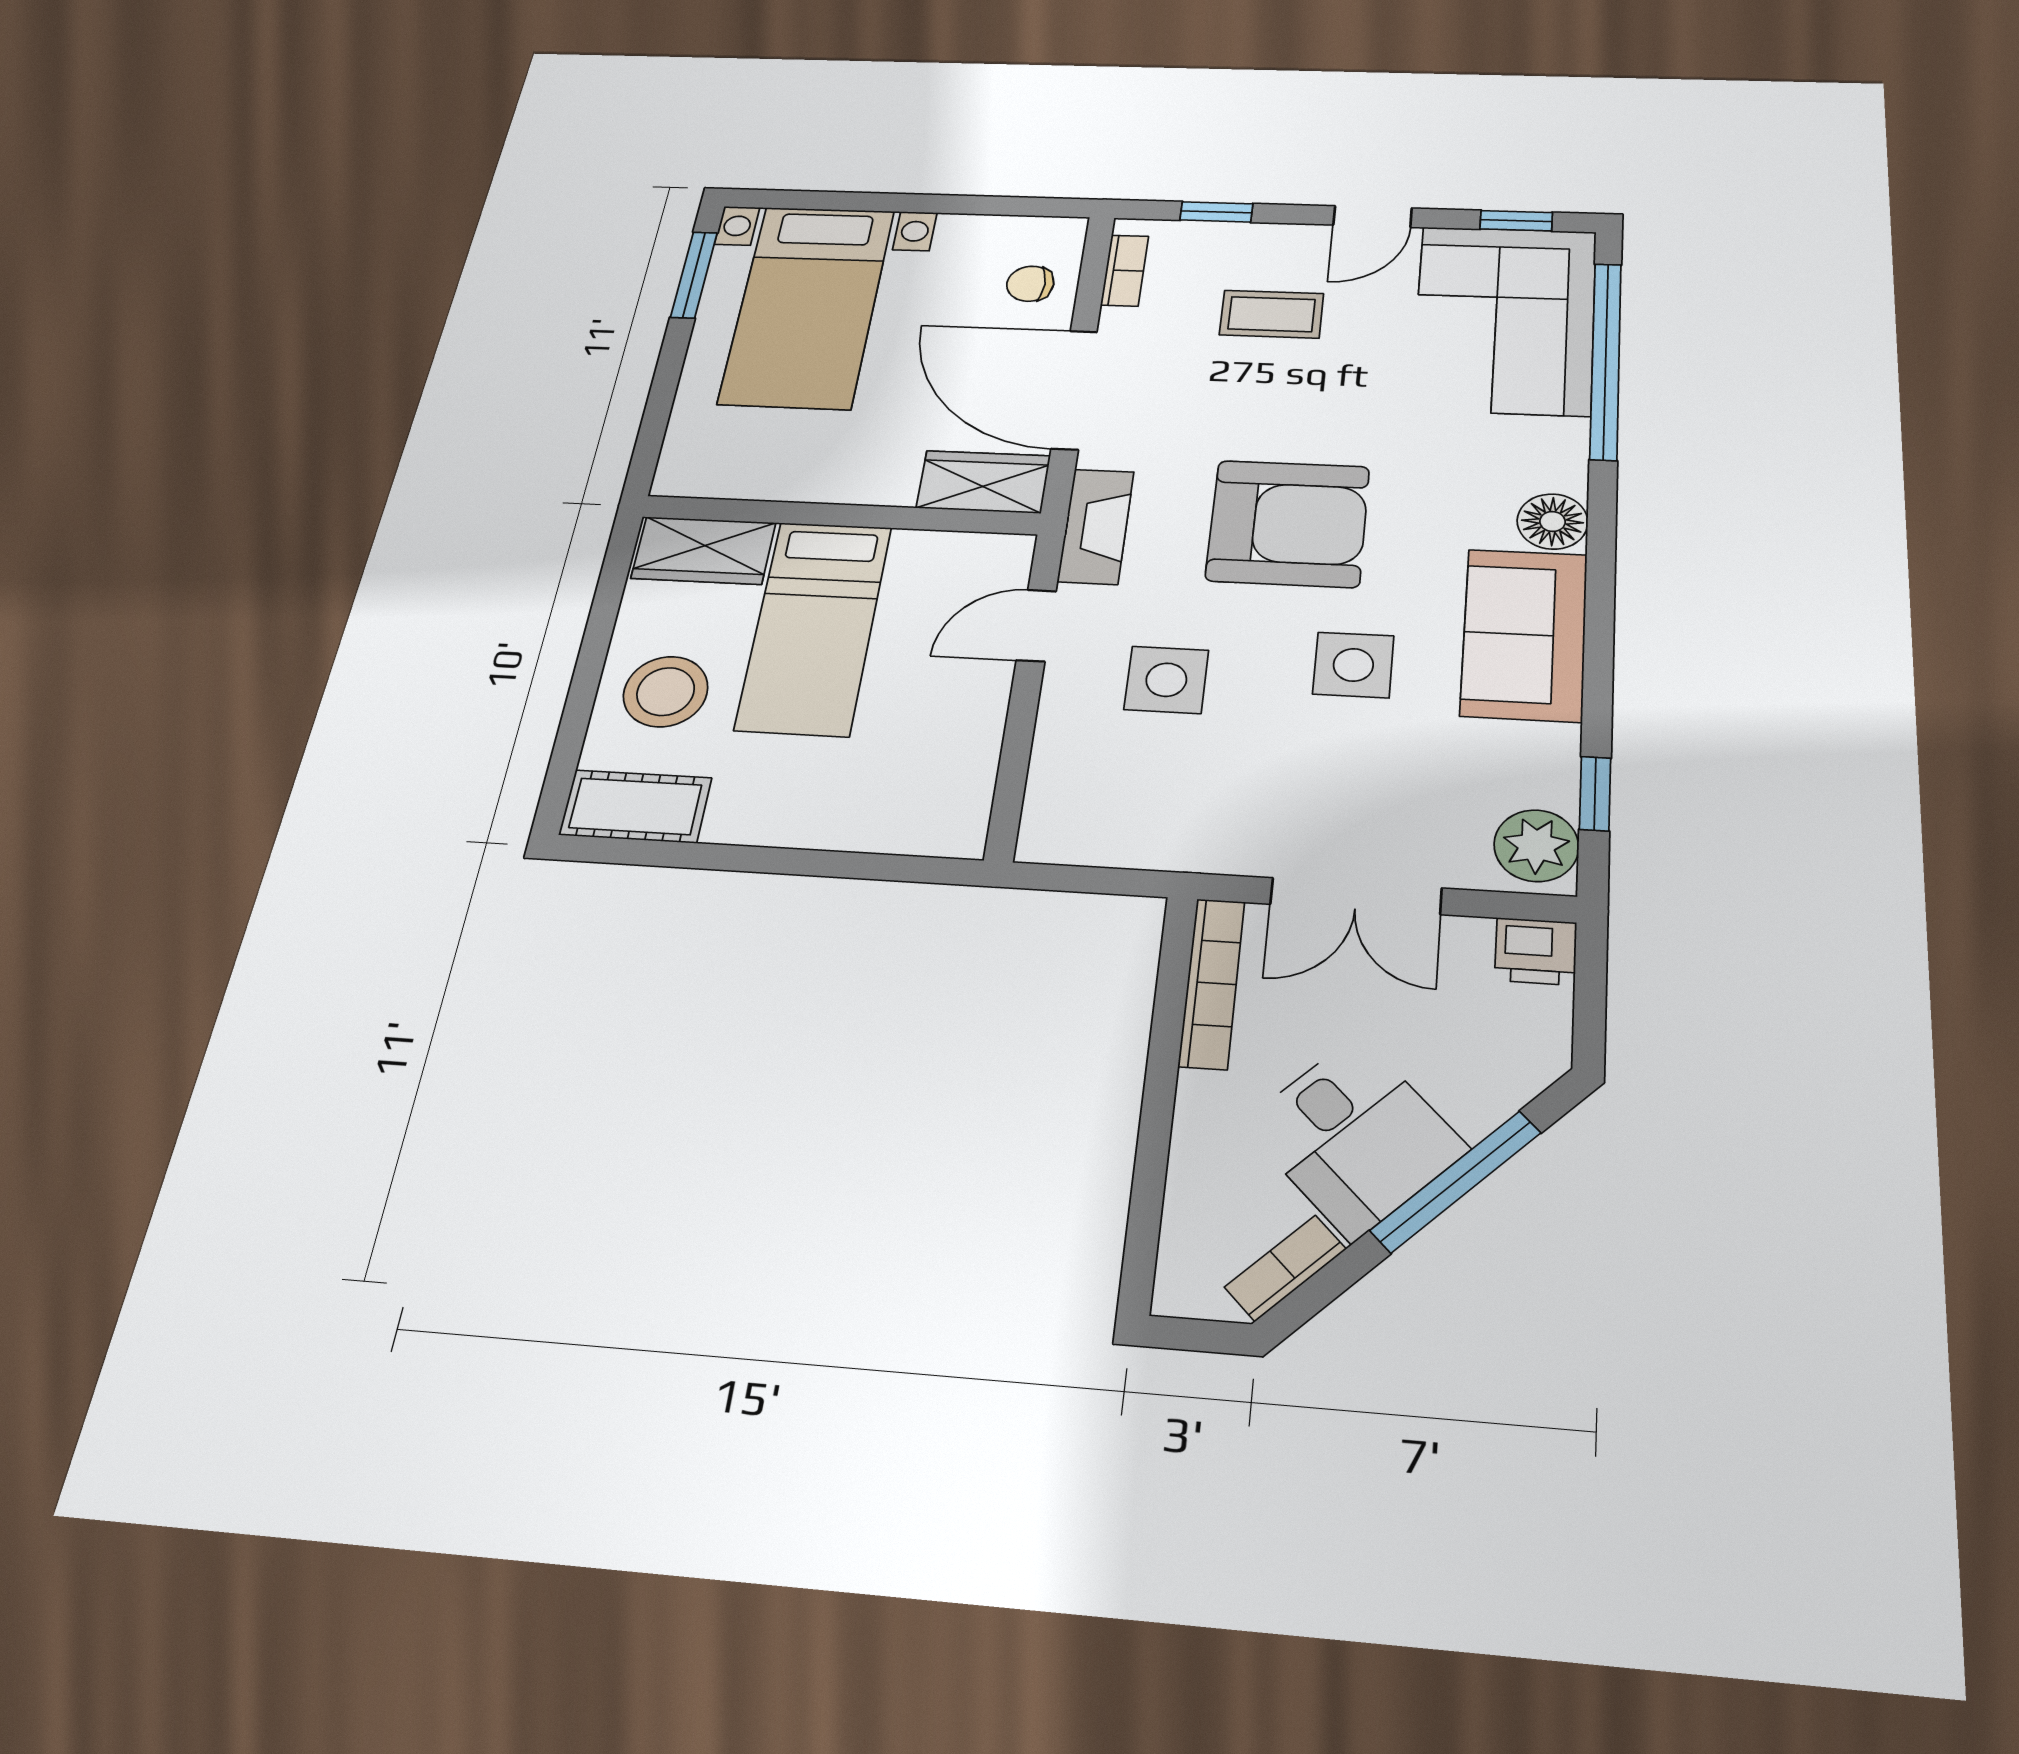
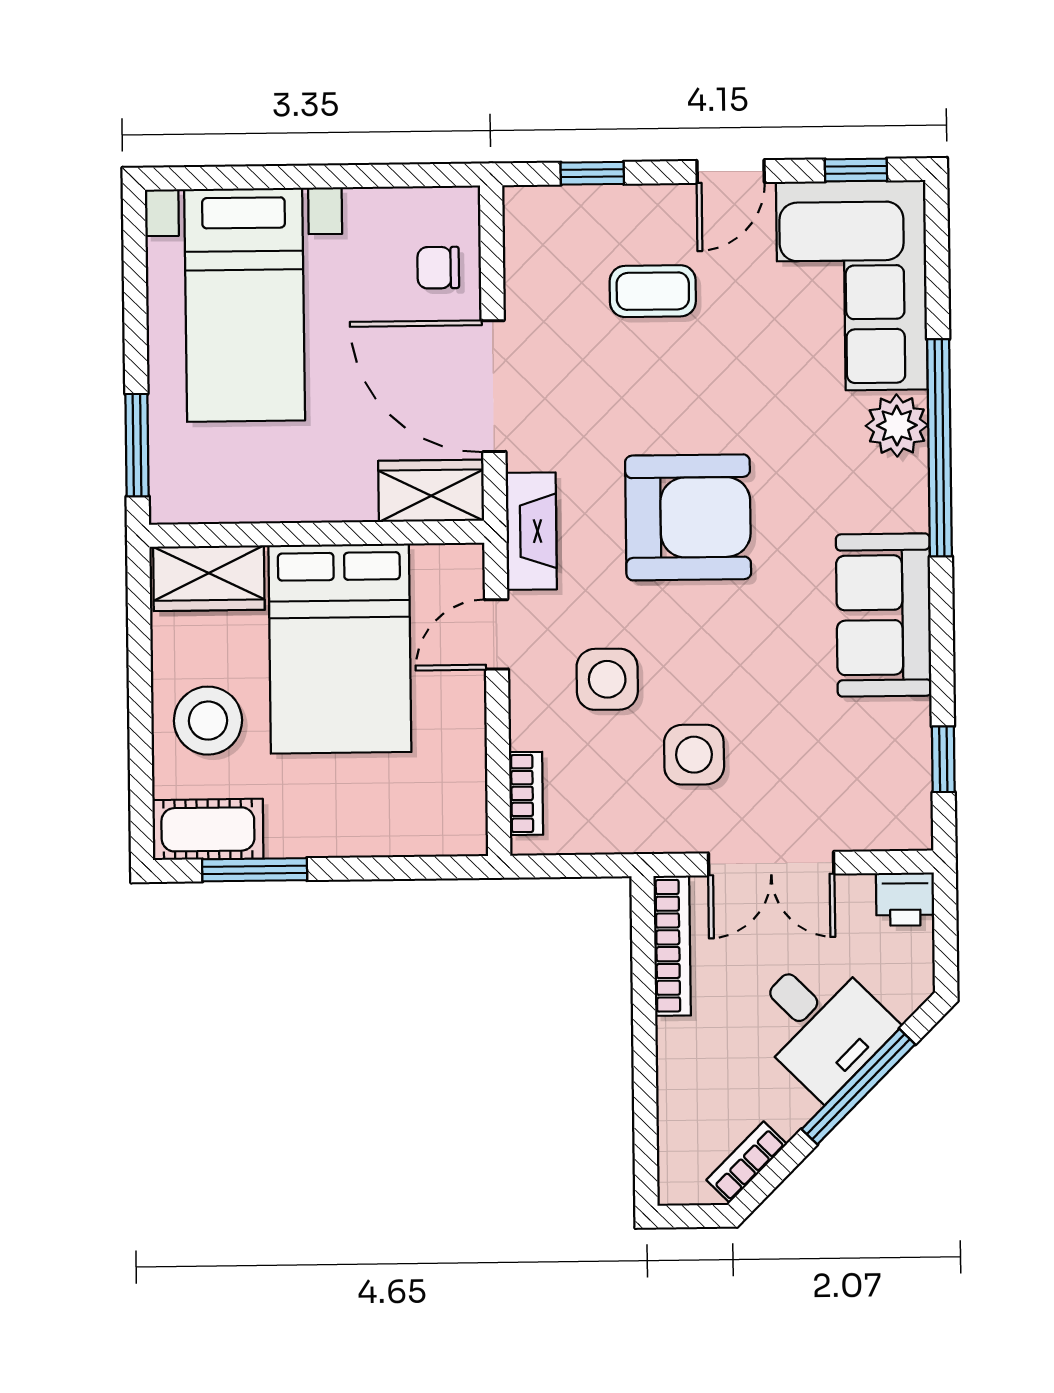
bookcase: (1125, 270) -> (526, 793), moved
window: (694, 275) -> (137, 445), moved
window: (1606, 360) -> (940, 448), moved
floor lamp: (1552, 522) -> (901, 501), removed
bed: (814, 627) -> (340, 649), width x1.50
side table: (1353, 665) -> (694, 755), moved
plant: (1536, 846) -> (897, 425), moved
window: (682, 855) -> (255, 870), added
desk: (1355, 1136) -> (820, 1024), moved

